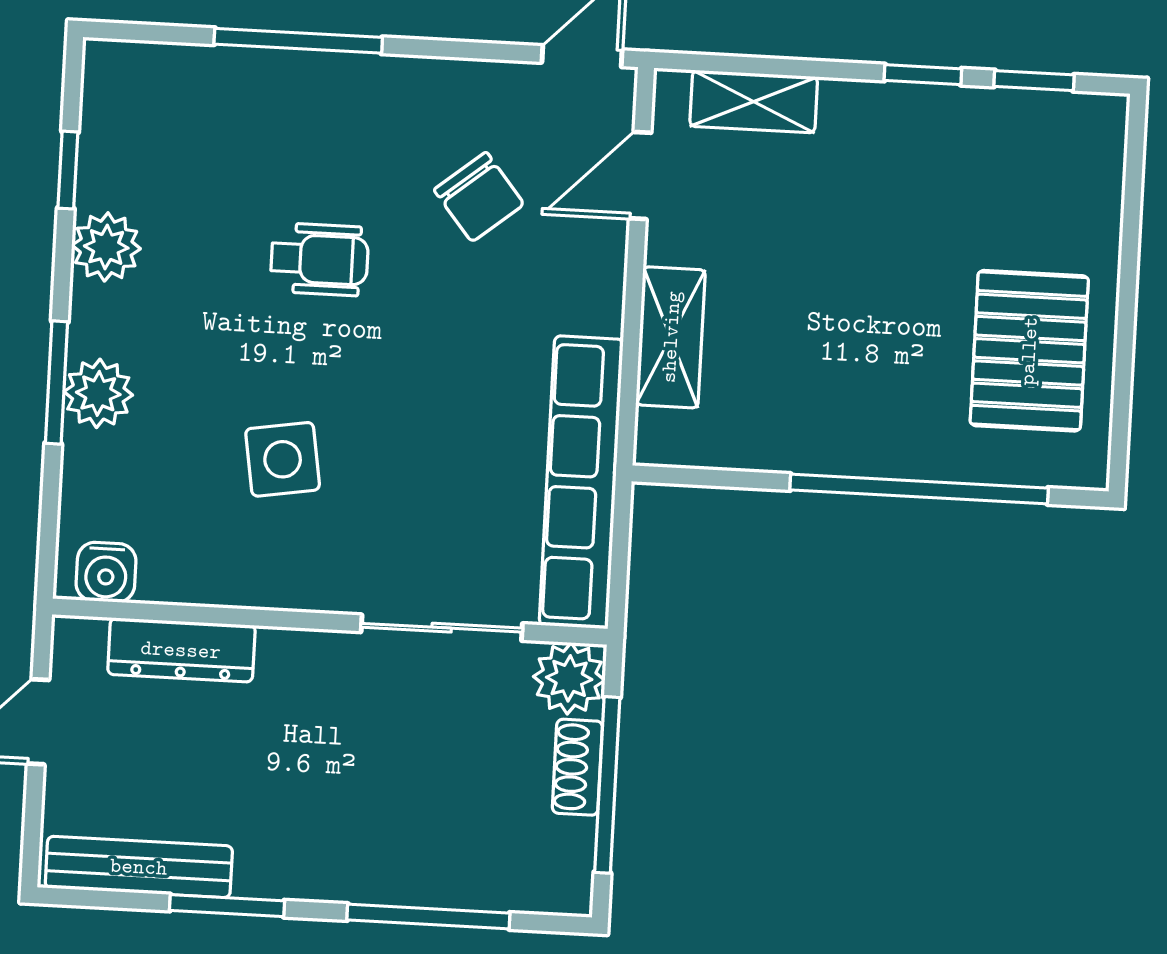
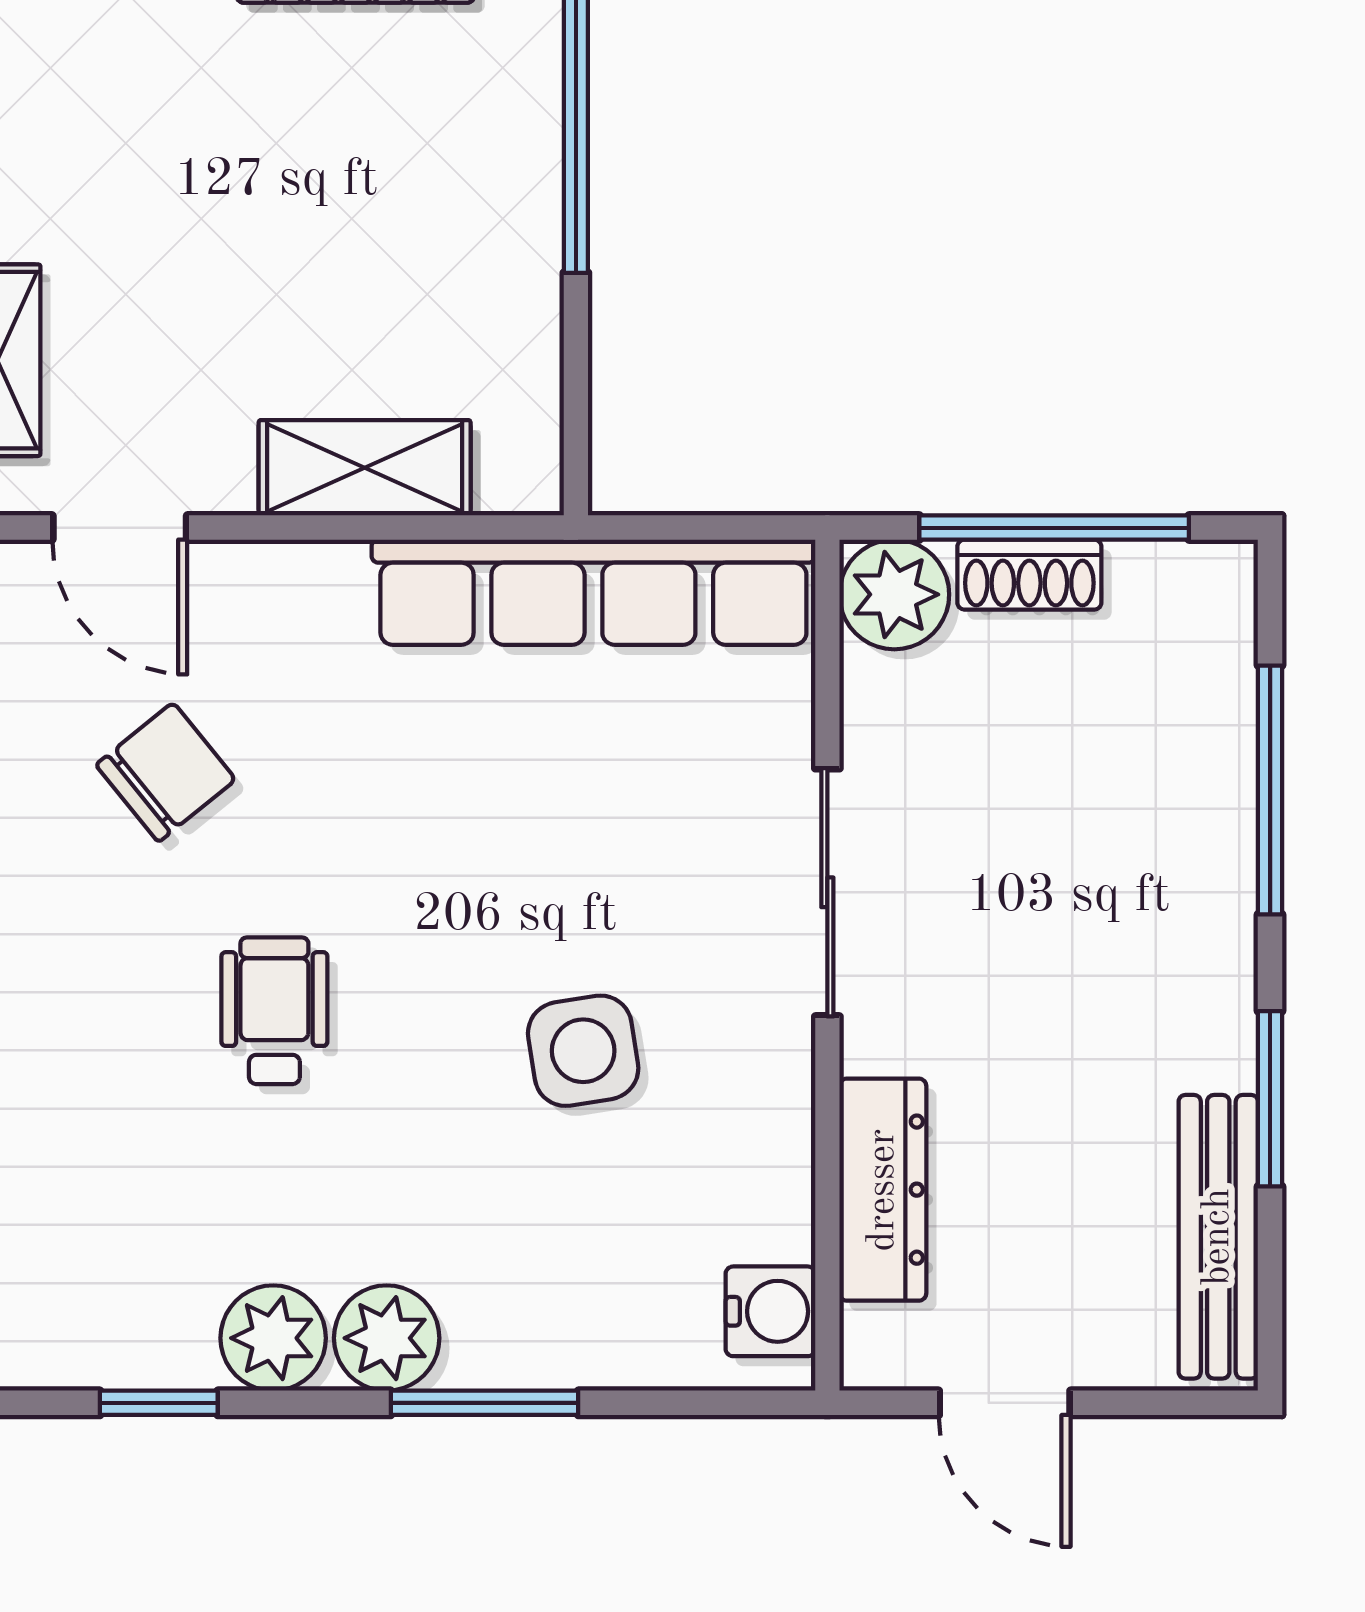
plant: (98, 393) -> (387, 1338), moved
sliding door: (442, 628) -> (827, 892), moved

